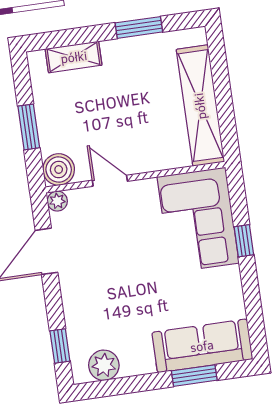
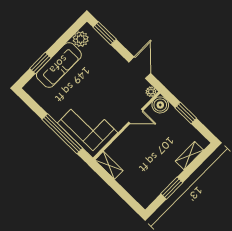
shelving: (200, 106) -> (109, 165), width x0.45, depth x0.75
window: (244, 241) -> (62, 134), width x3.17
window: (60, 346) -> (105, 33), width x1.50
sofa: (202, 346) -> (59, 65), moved

